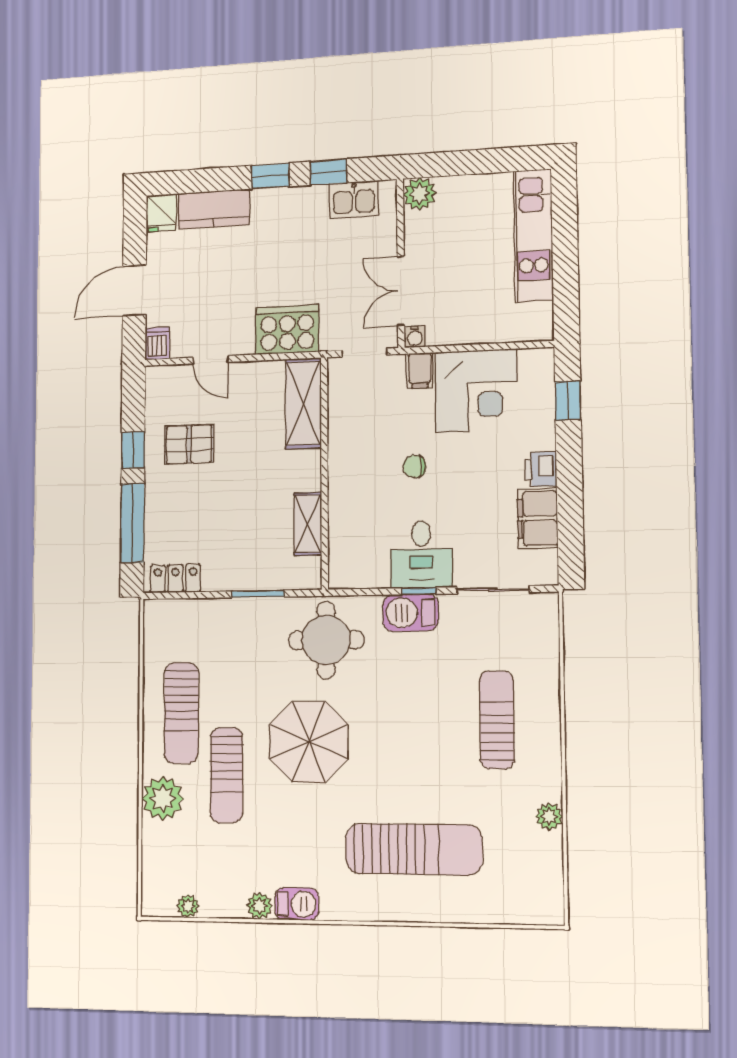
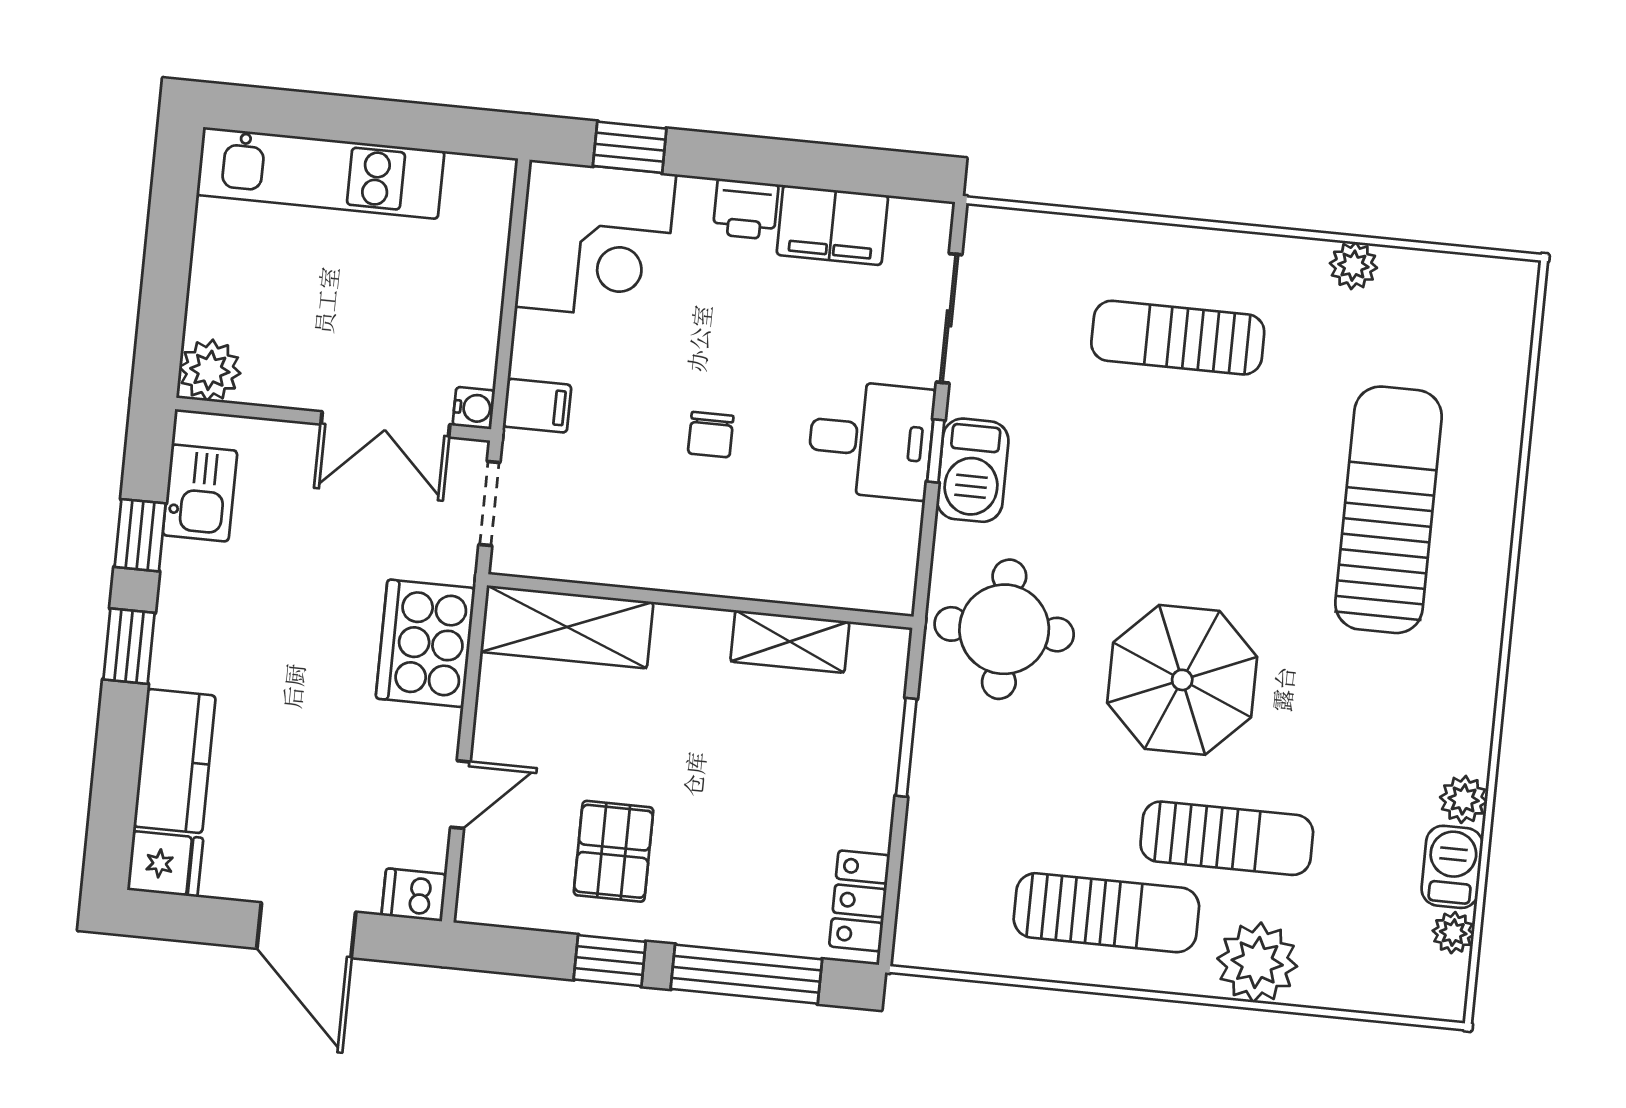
corner desk: (476, 391) -> (596, 240), moved, turned 90
barbecue: (297, 904) -> (1452, 867), moved

